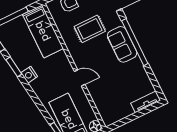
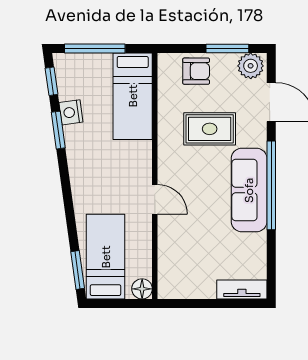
sofa: (122, 44) -> (249, 190), width x1.36
nightstand: (29, 75) -> (71, 112), moved

